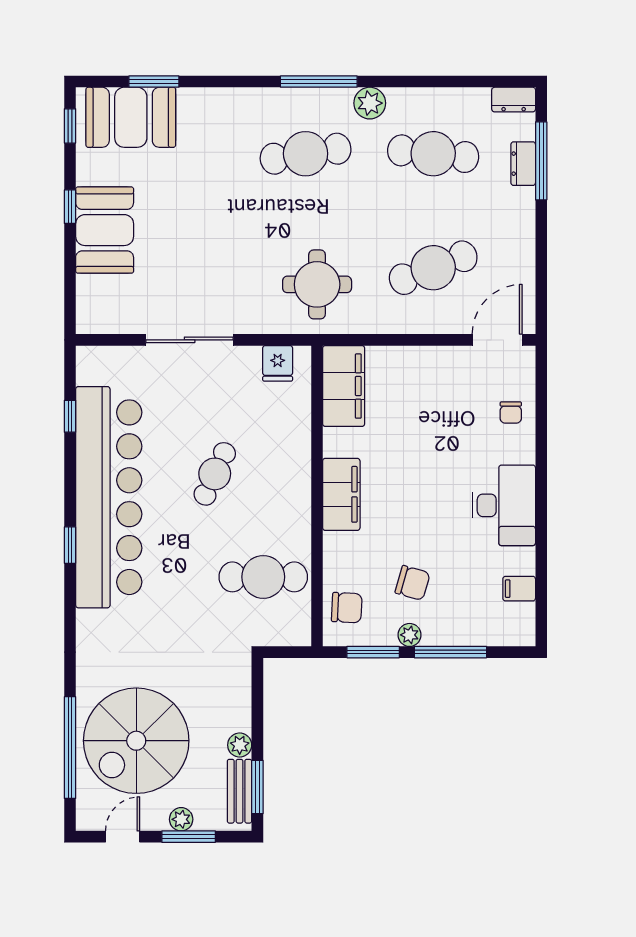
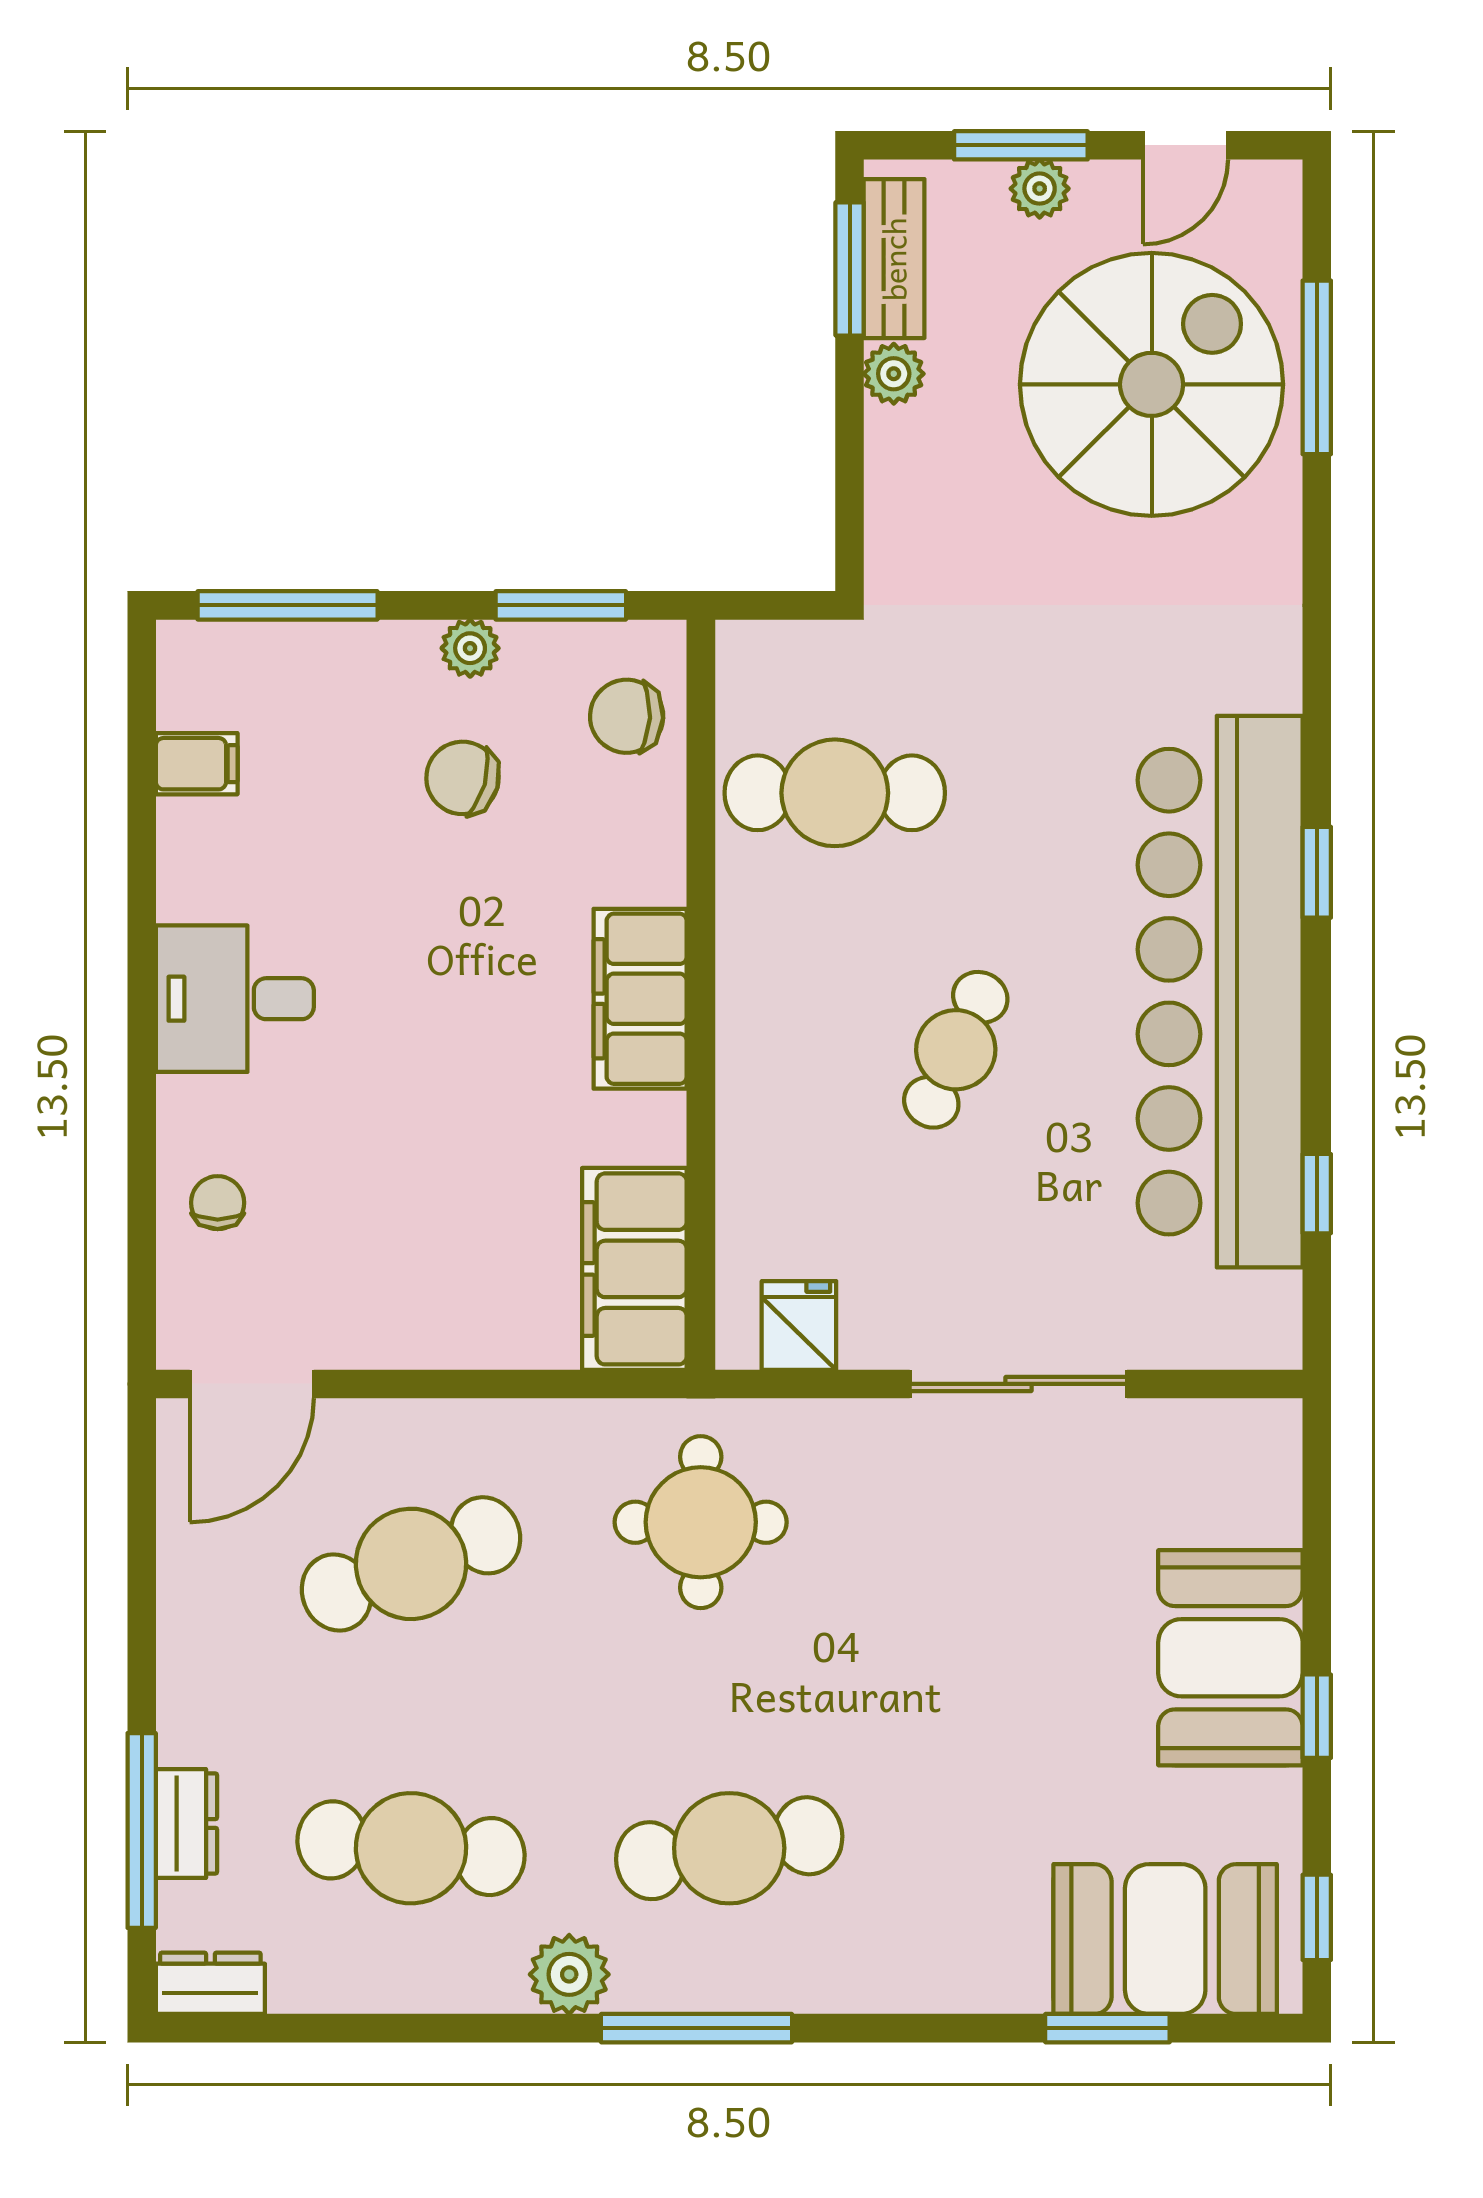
desk: (504, 505) -> (235, 999), width x0.73
window: (450, 652) -> (288, 605), moved
window: (70, 748) -> (1317, 367), width x0.68

